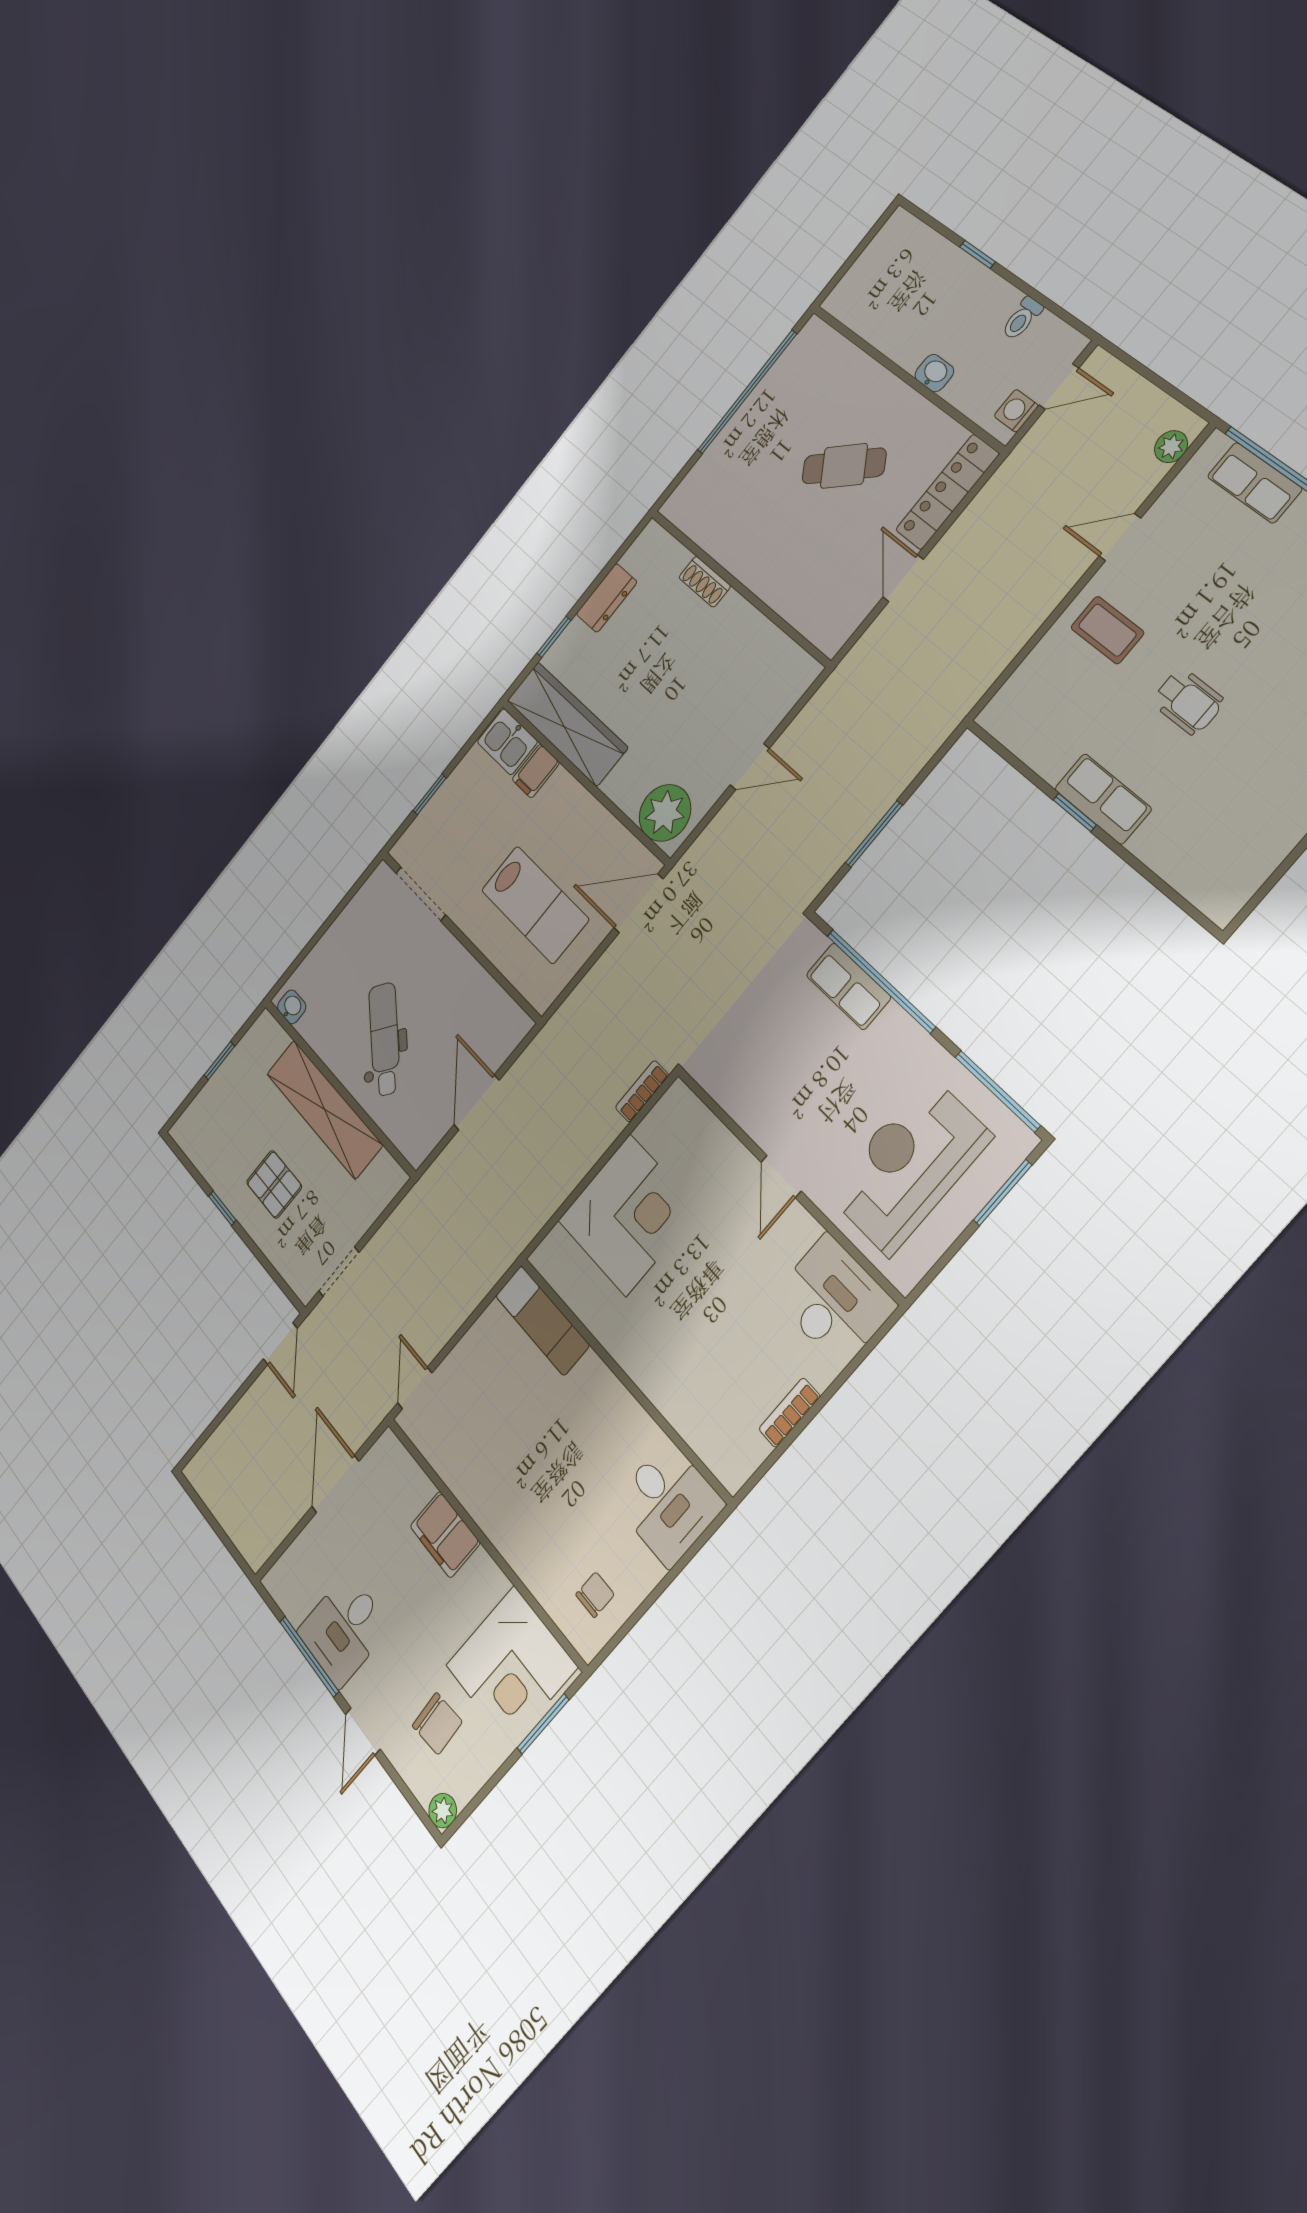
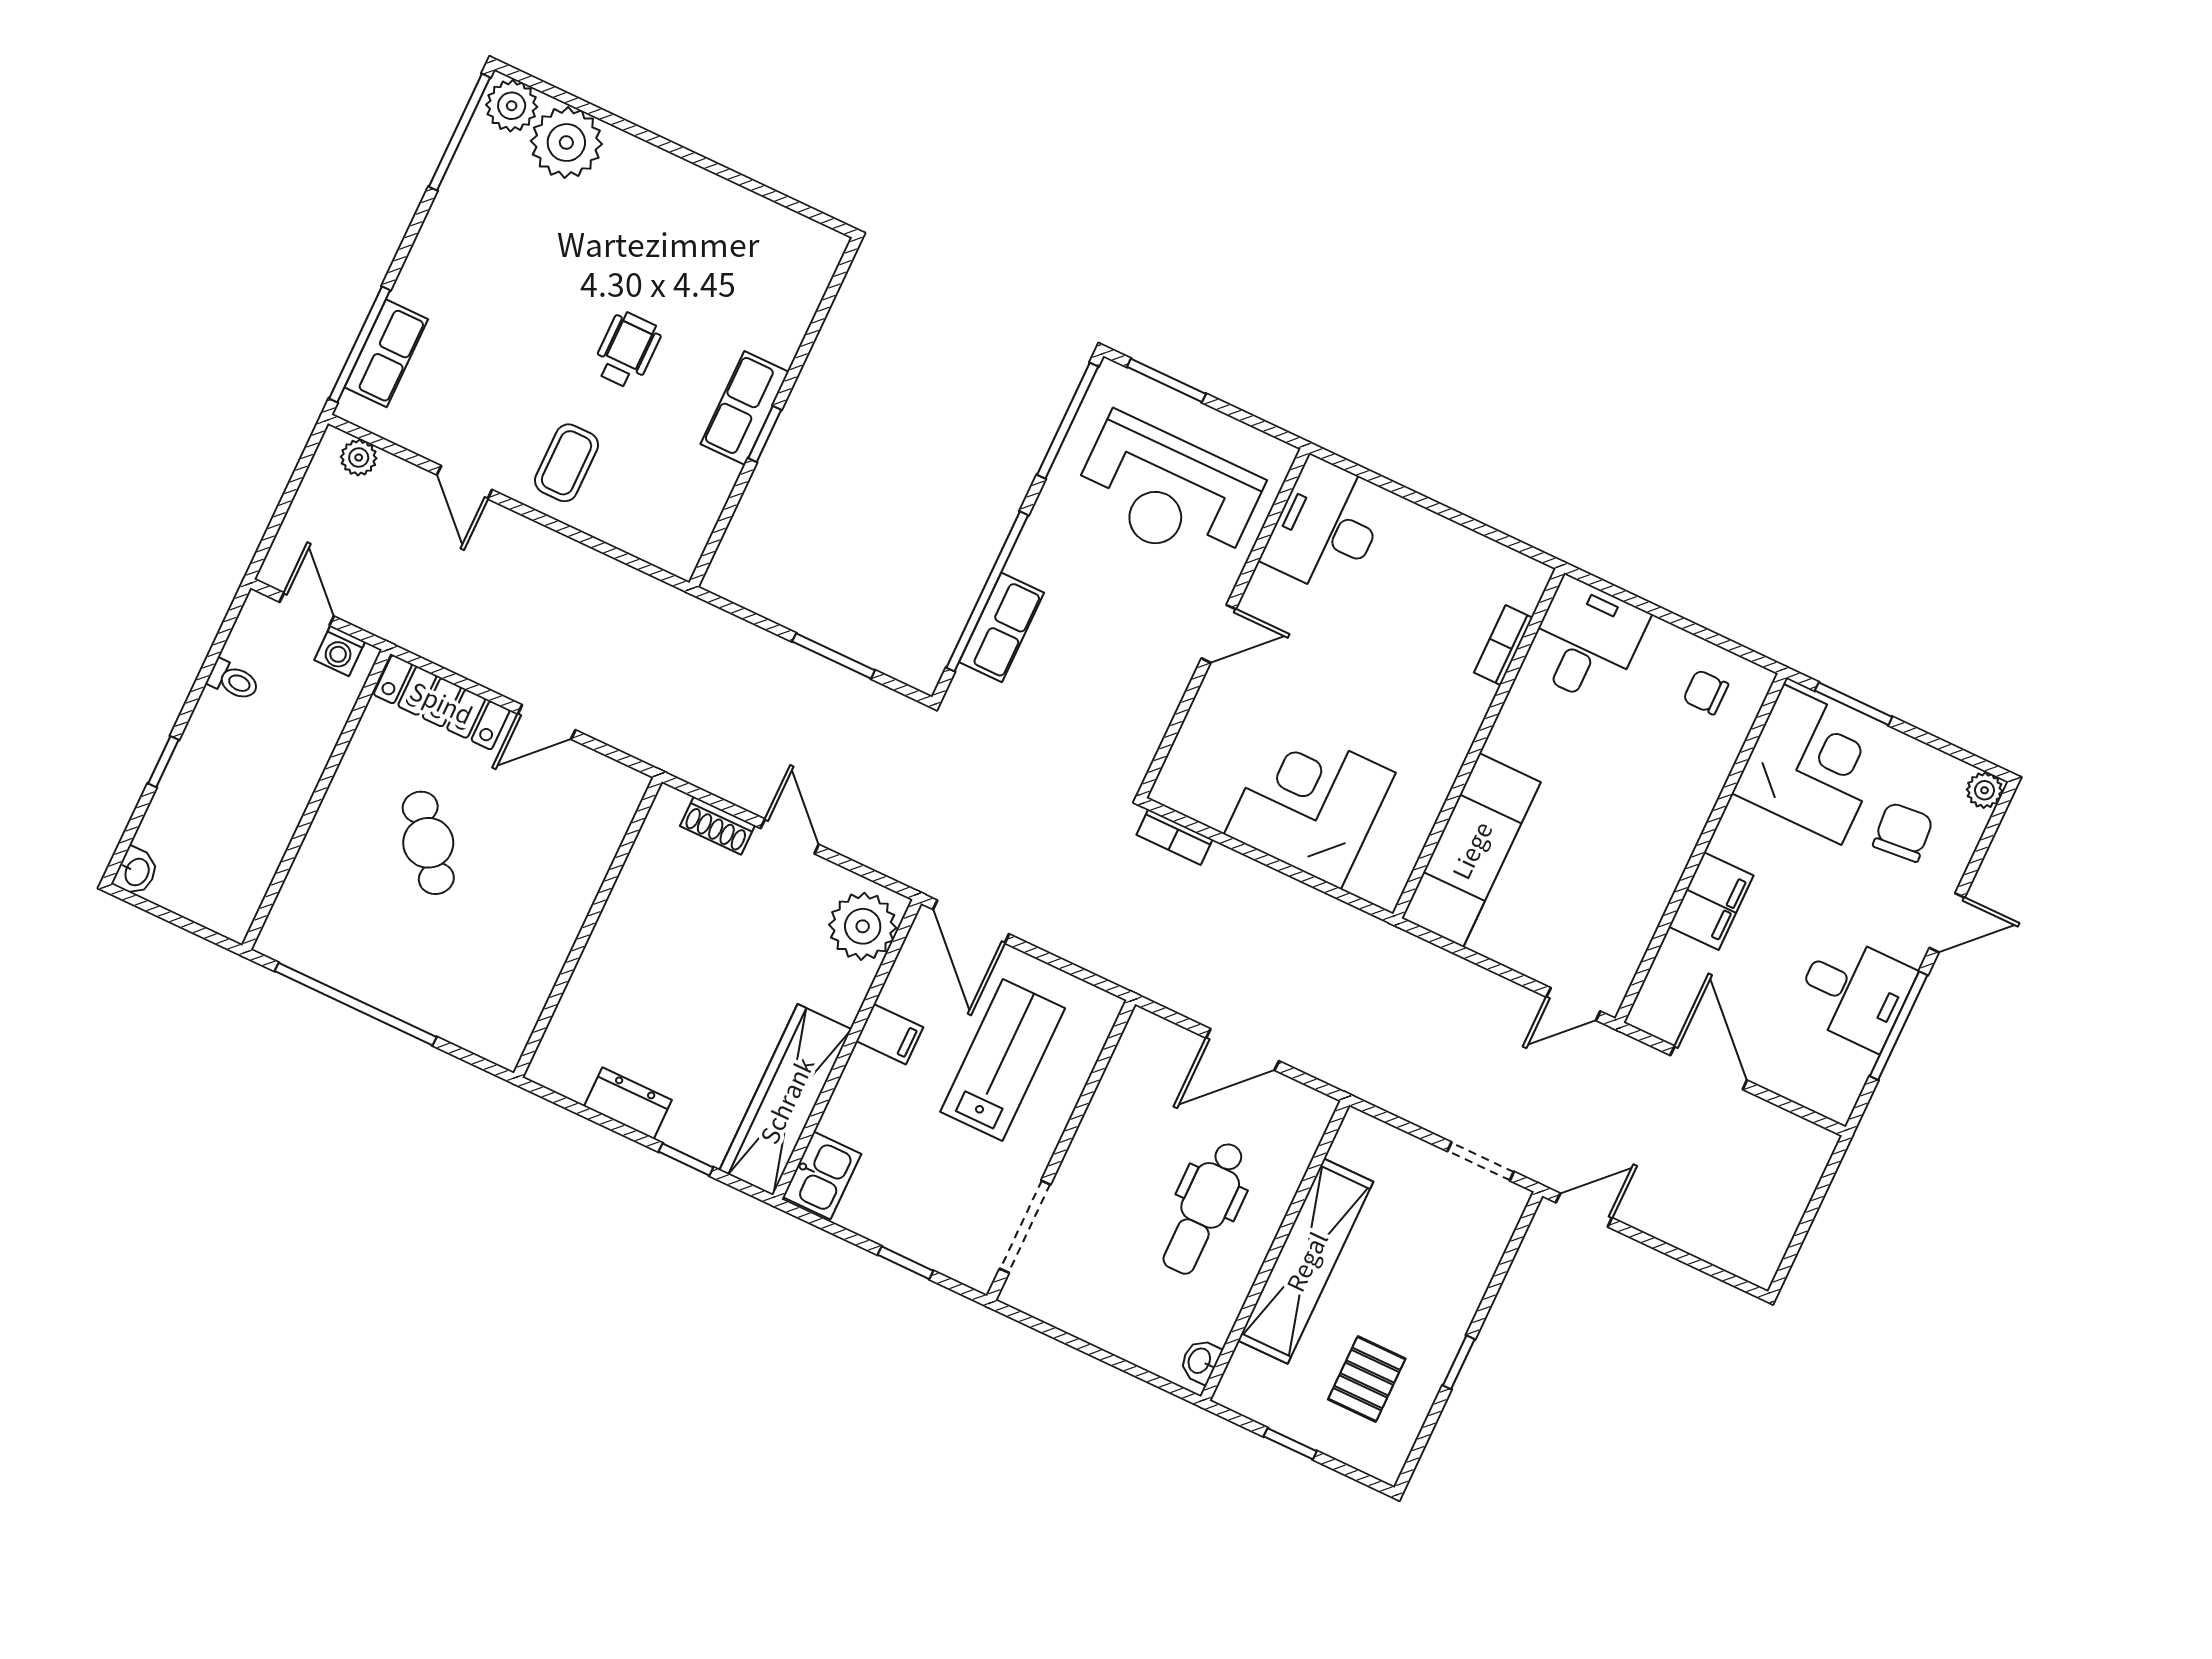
washbasin: (934, 373) -> (136, 872), moved, turned 180
shoe rack: (705, 582) -> (717, 826), moved, turned 90
filing cabinet: (536, 771) -> (890, 1034), moved
dental chair: (384, 1039) -> (1204, 1208), turned -38
pallet: (274, 1184) -> (1367, 1379), moved
exam couch: (542, 1320) -> (1471, 850), width x1.36, depth x1.45
bookcase: (790, 1413) -> (1503, 645), moved, turned 90
door: (335, 1484) -> (1709, 1068), swing flipped

